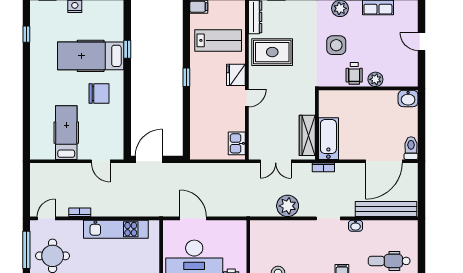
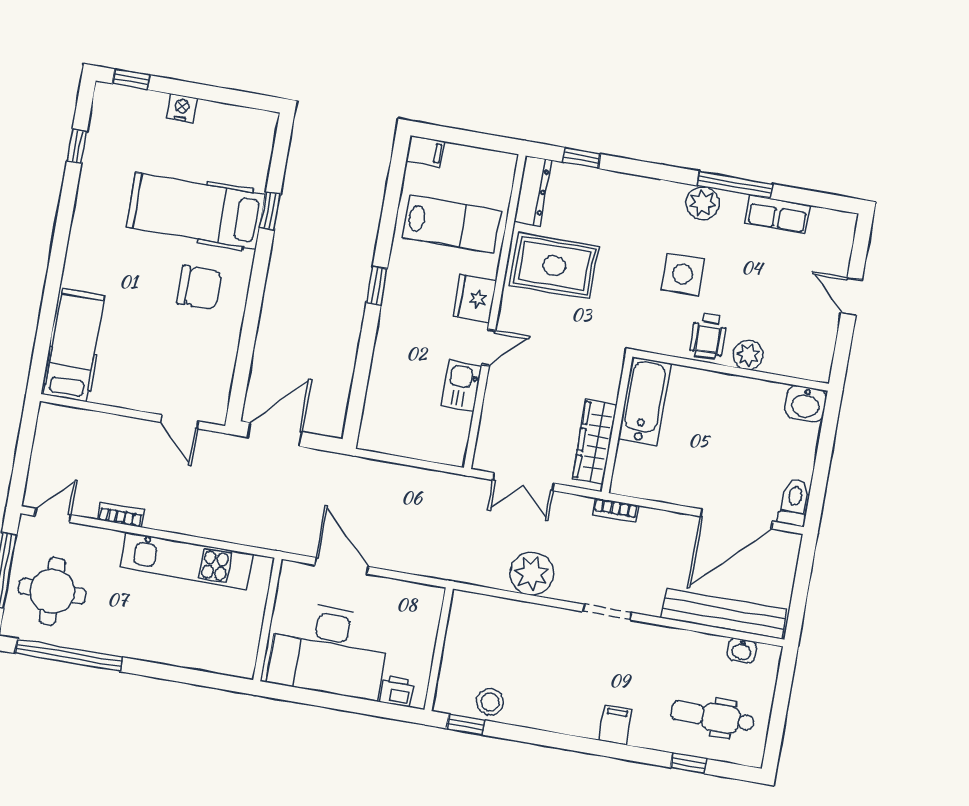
hospital bed: (66, 133) -> (74, 345), moved
bathtub: (328, 139) -> (645, 401), moved
kitchen sink: (237, 143) -> (461, 386), moved
washbasin: (356, 226) -> (742, 650), moved

